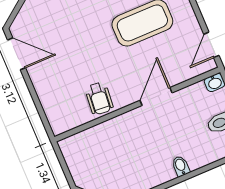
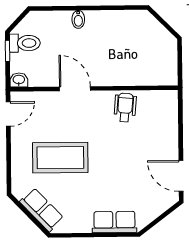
door: (156, 97) -> (75, 89), swing flipped

